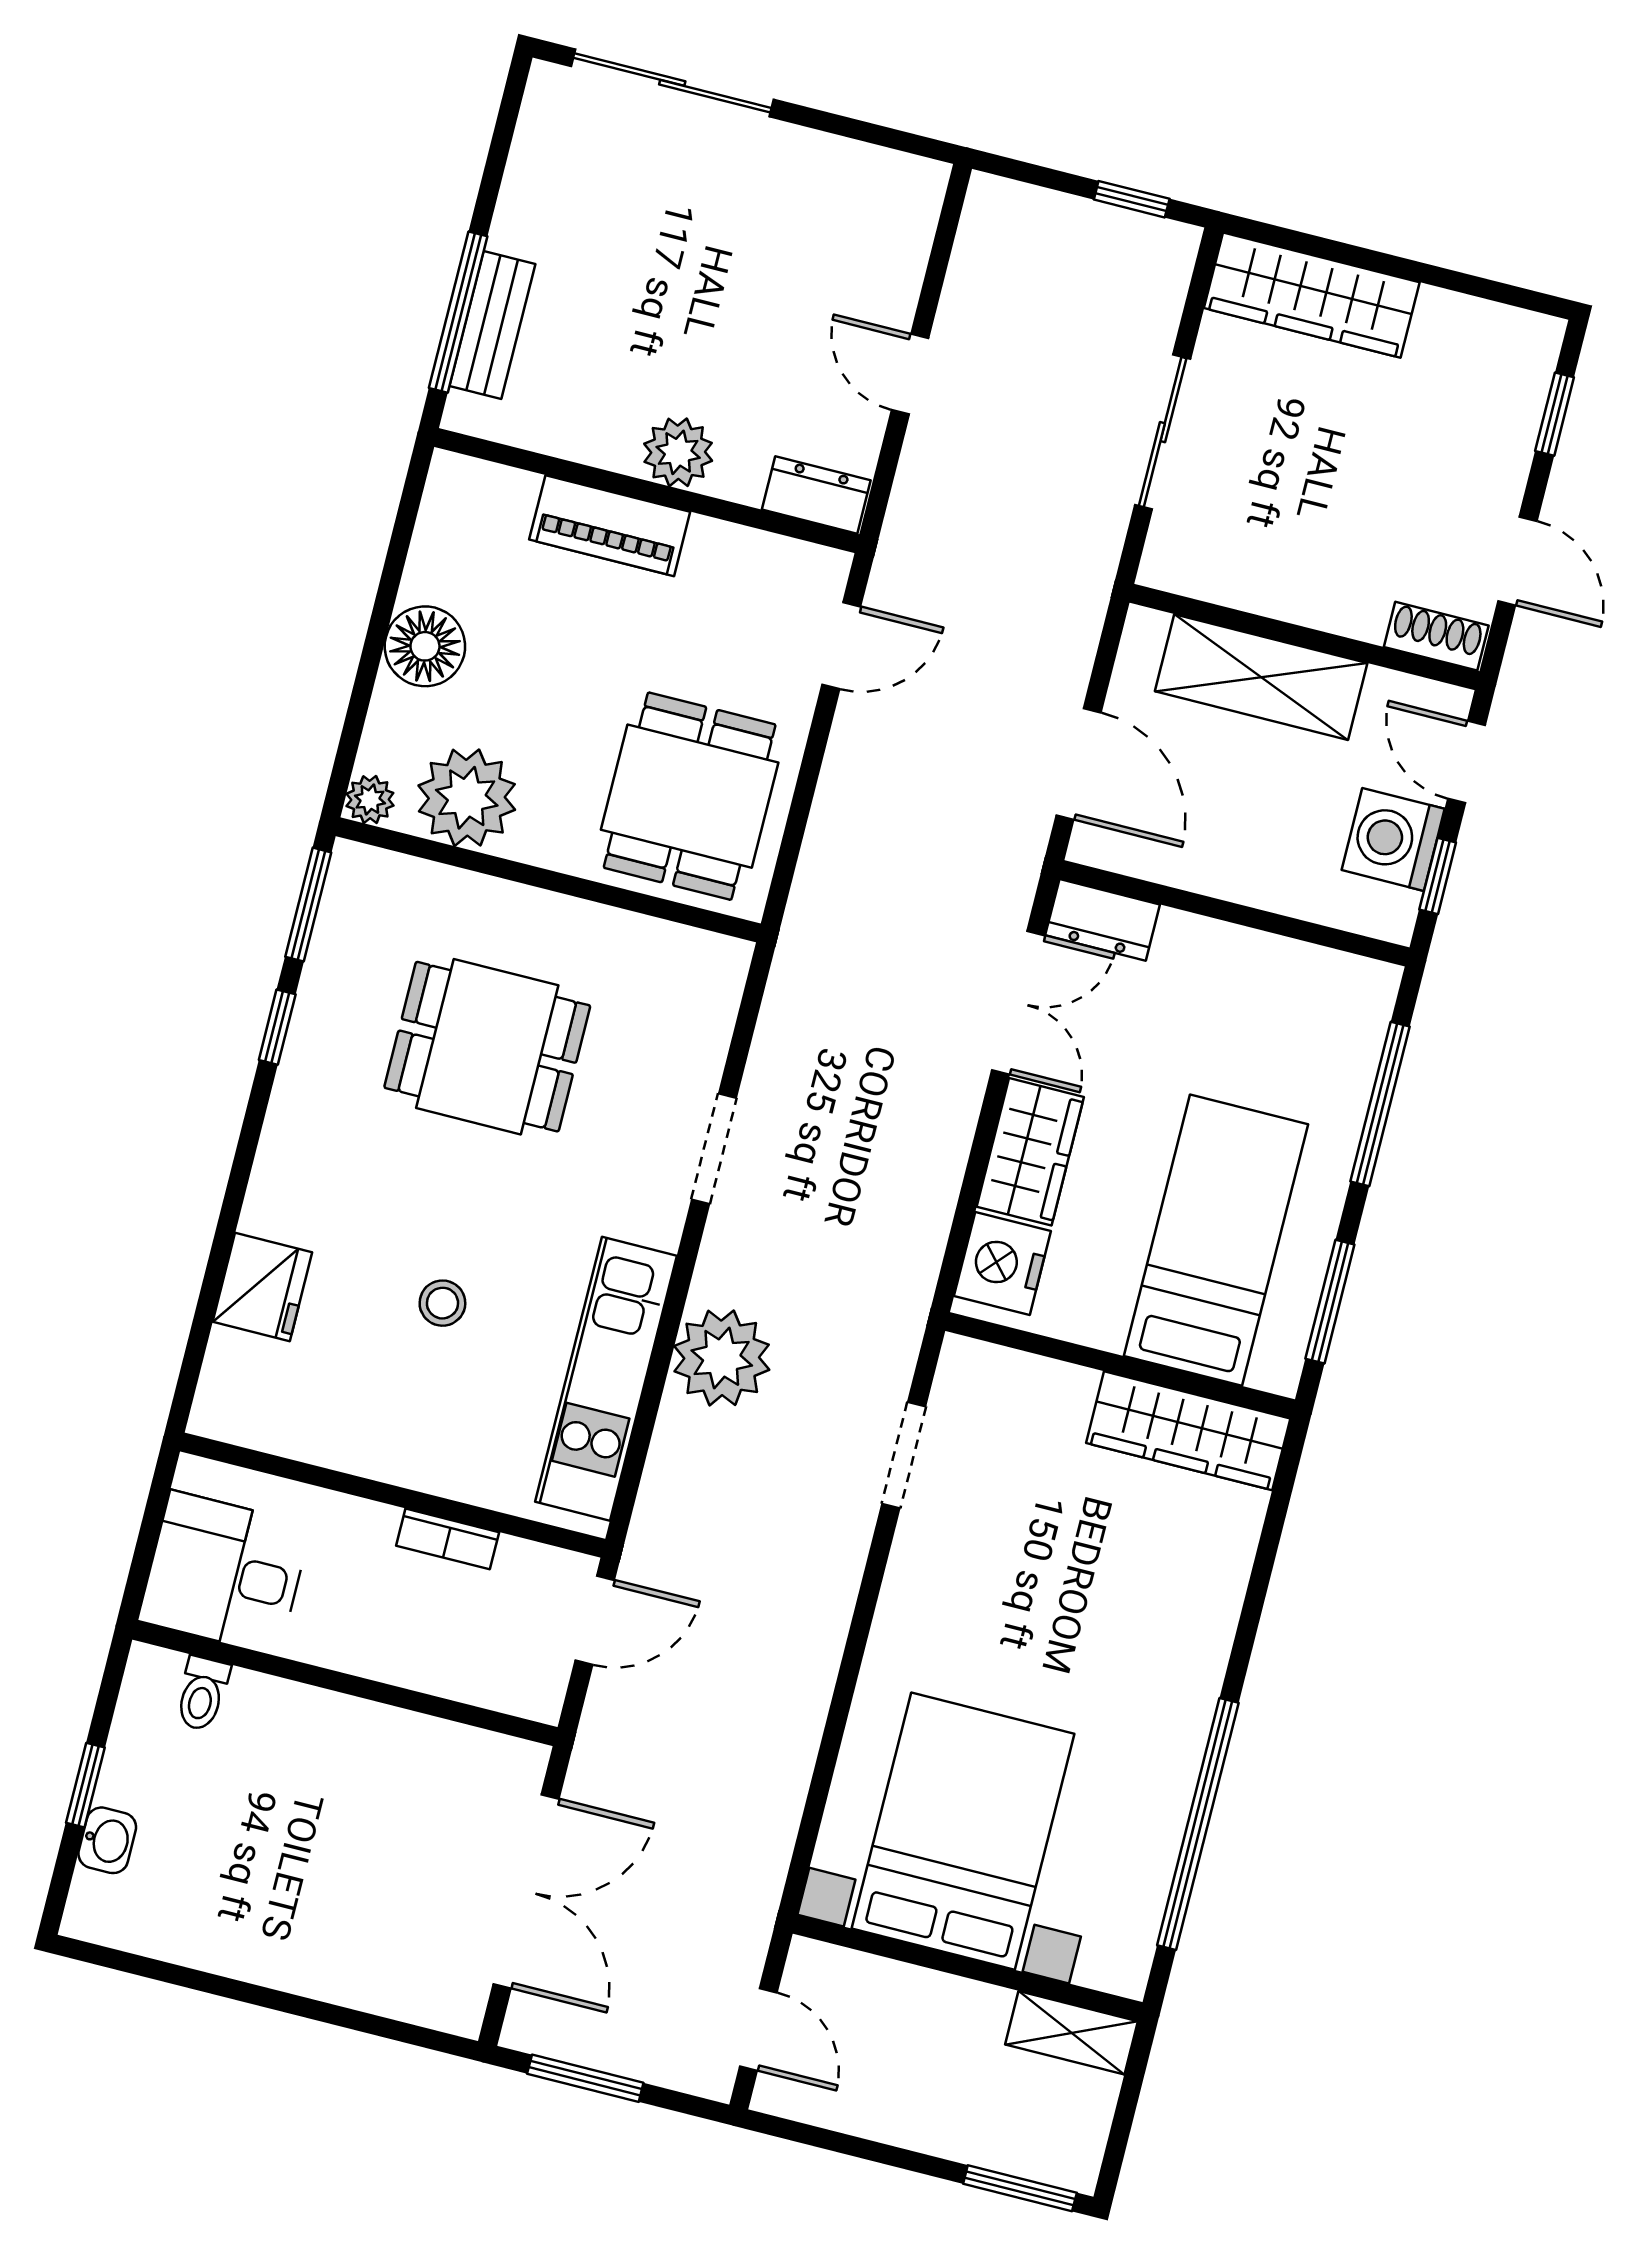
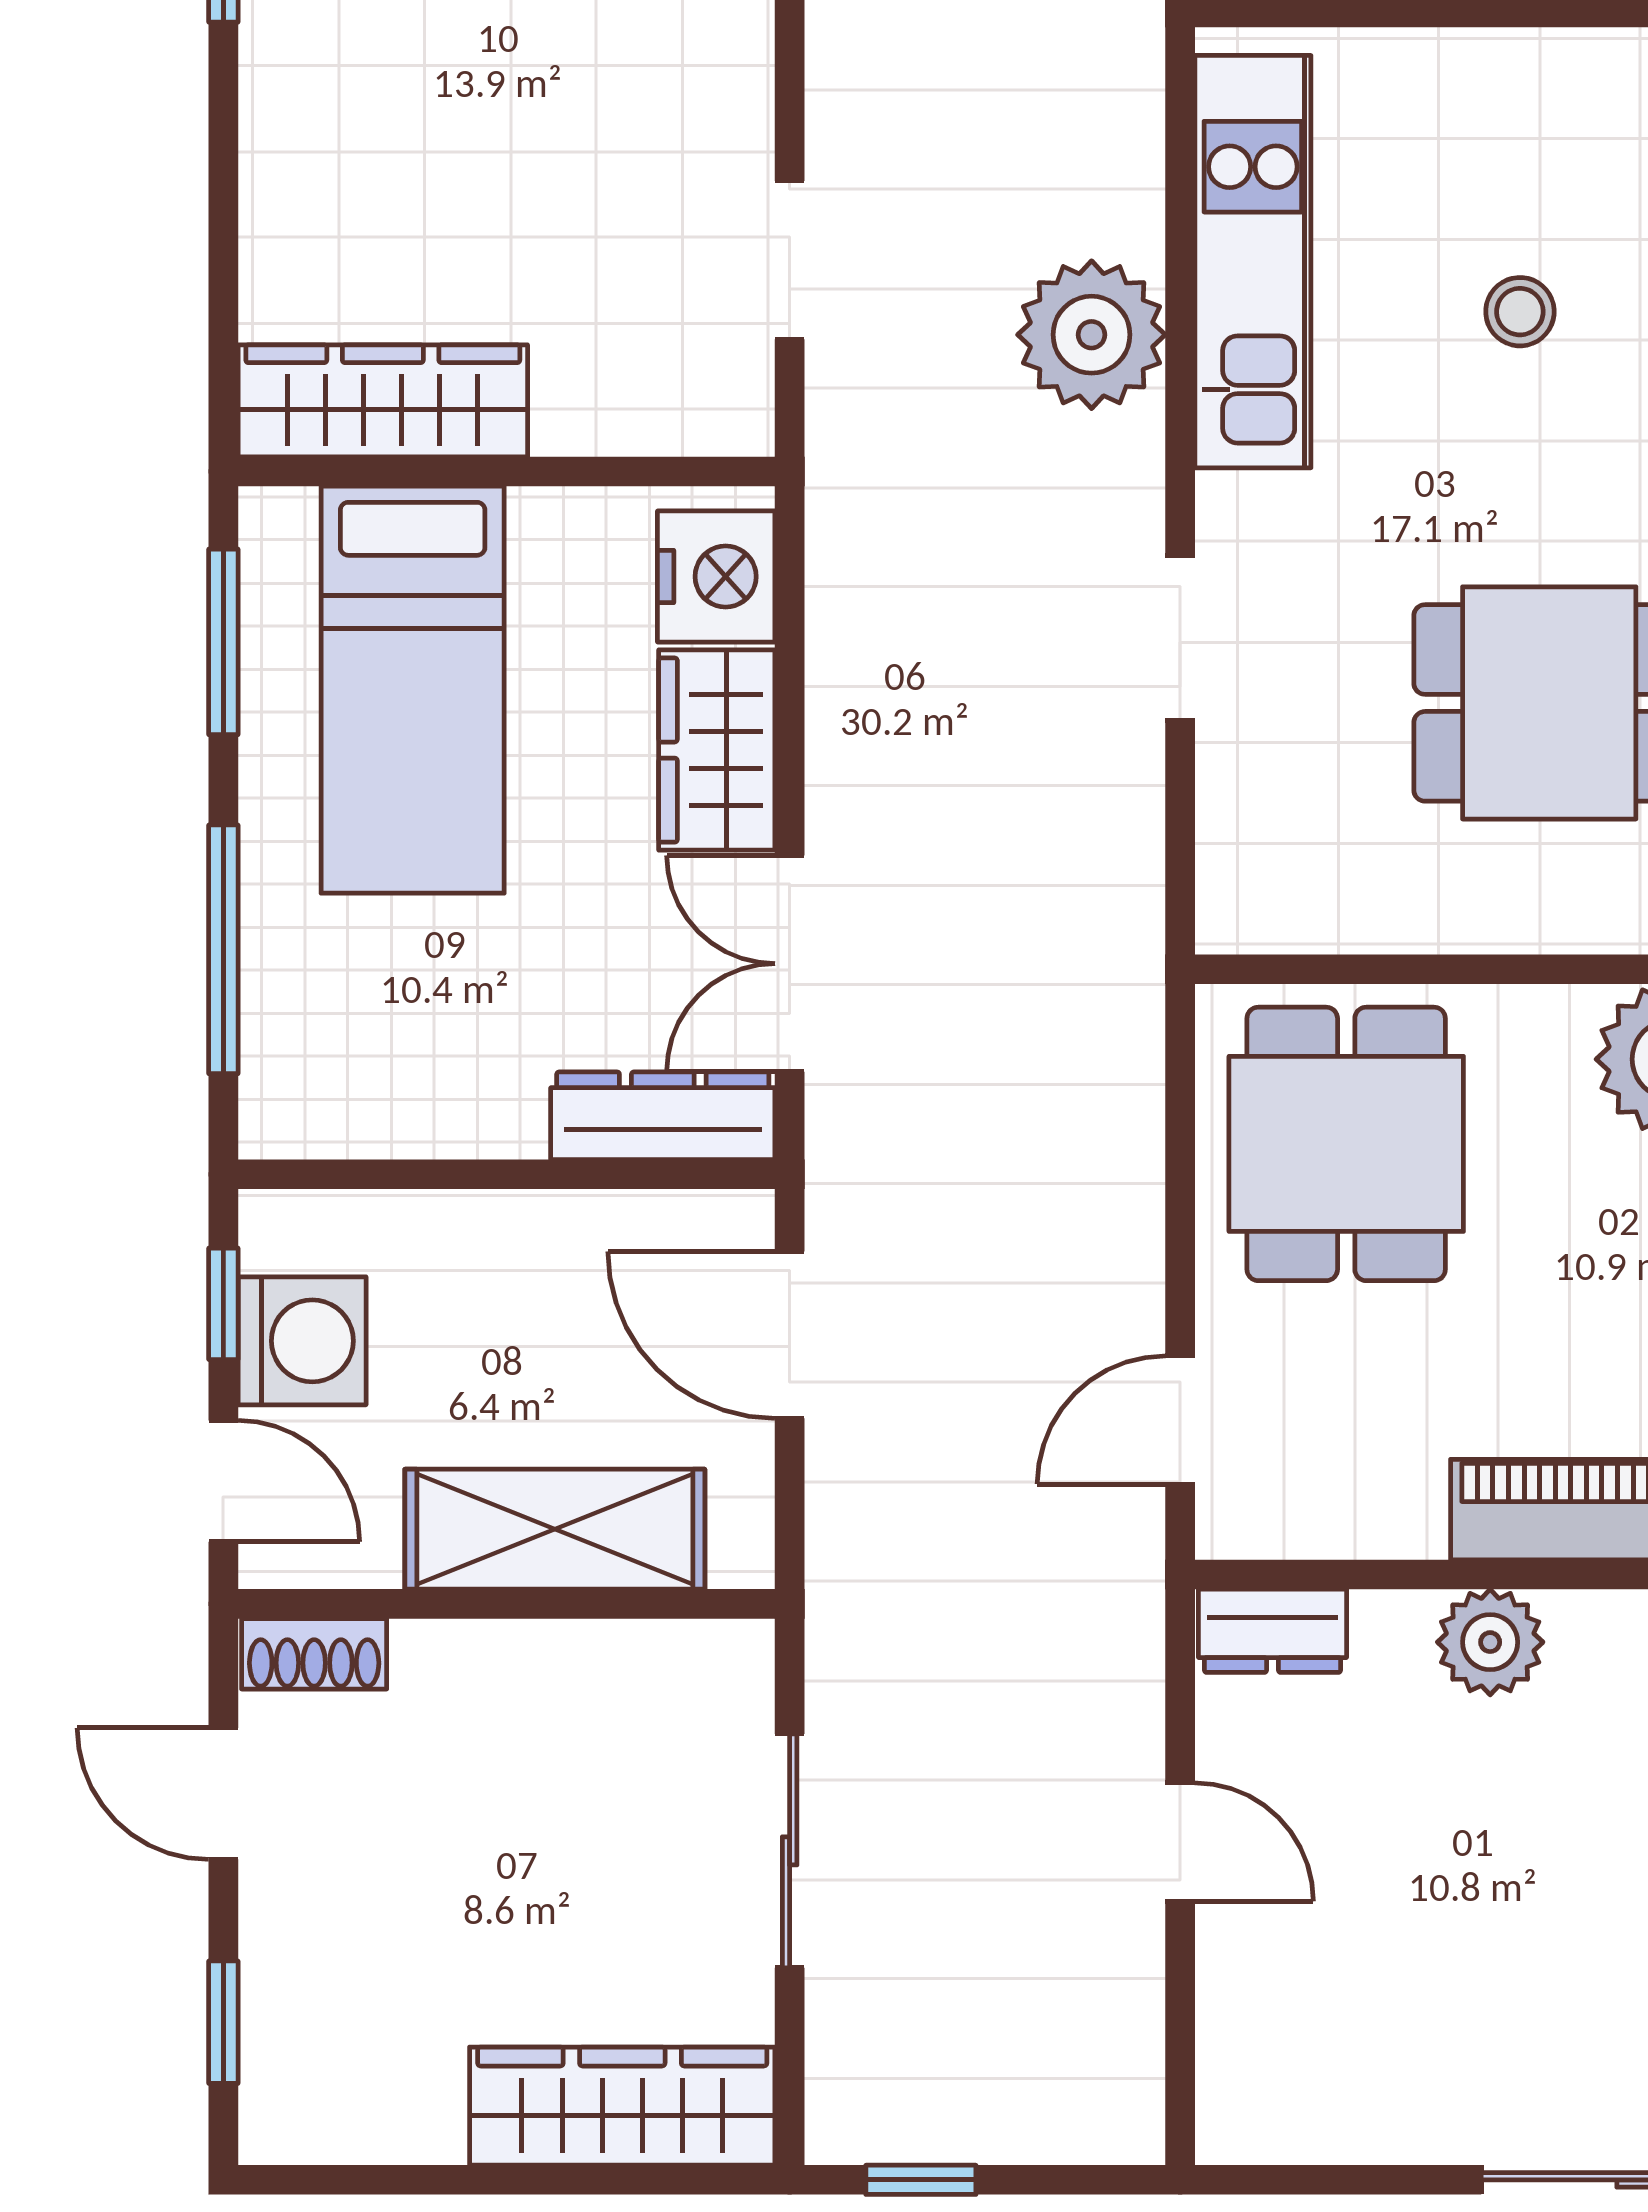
dresser: (1103, 920) -> (663, 1116), width x1.44

